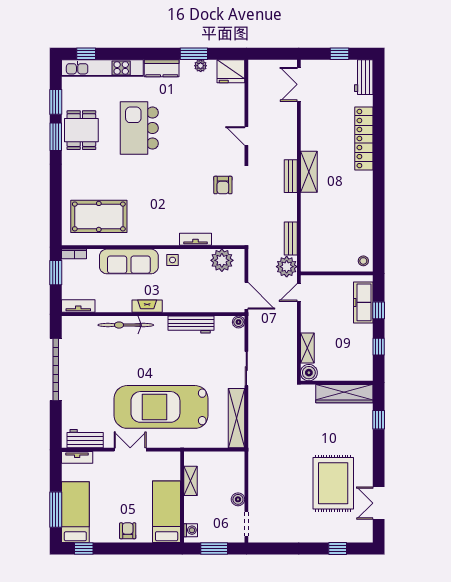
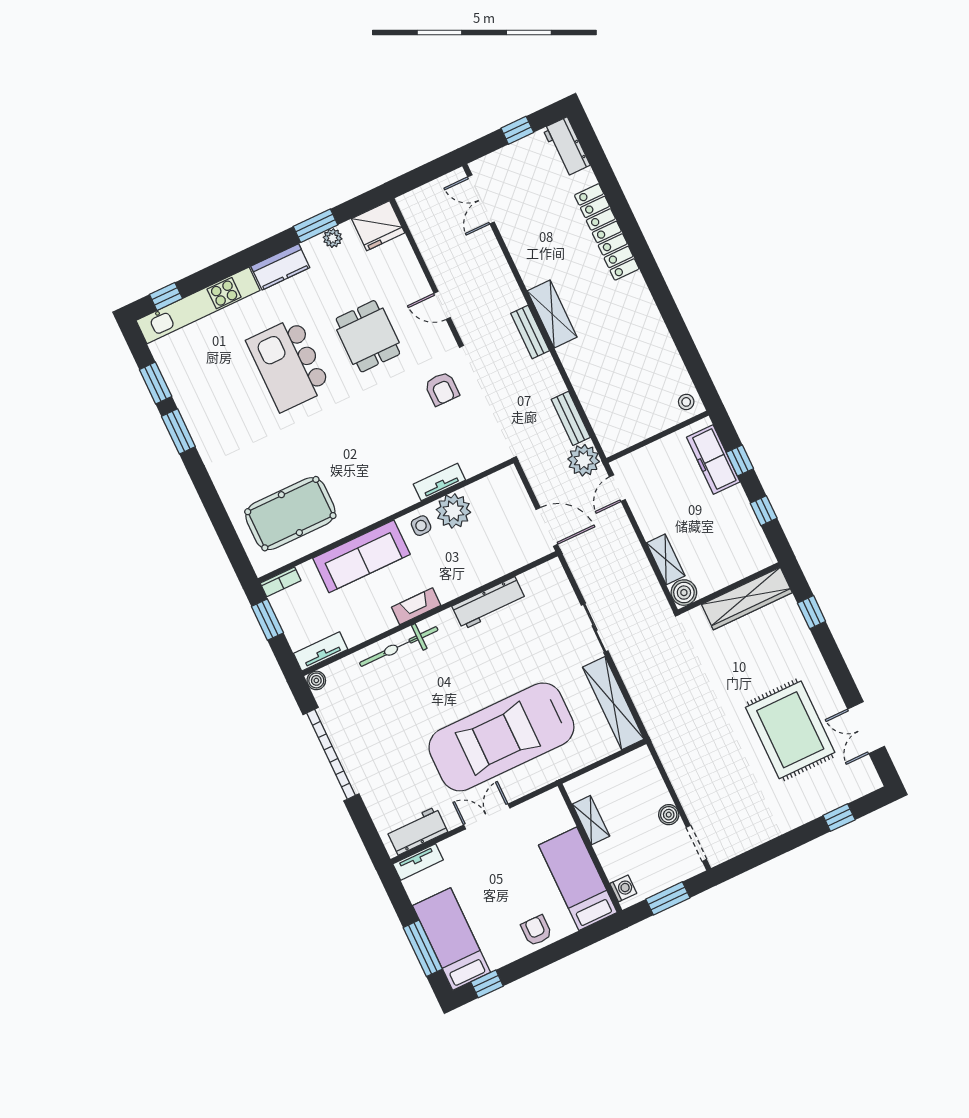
dining table: (81, 130) -> (368, 336), moved
plant: (222, 260) -> (453, 511), moved
boiler: (239, 322) -> (316, 680), moved

